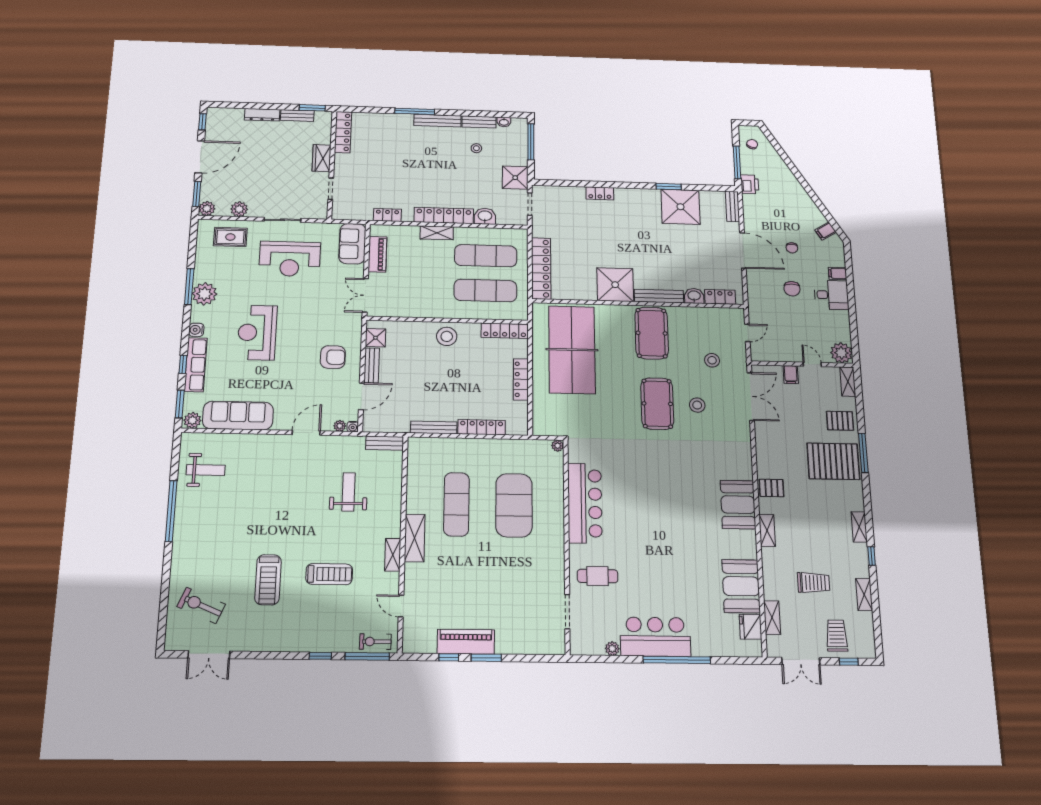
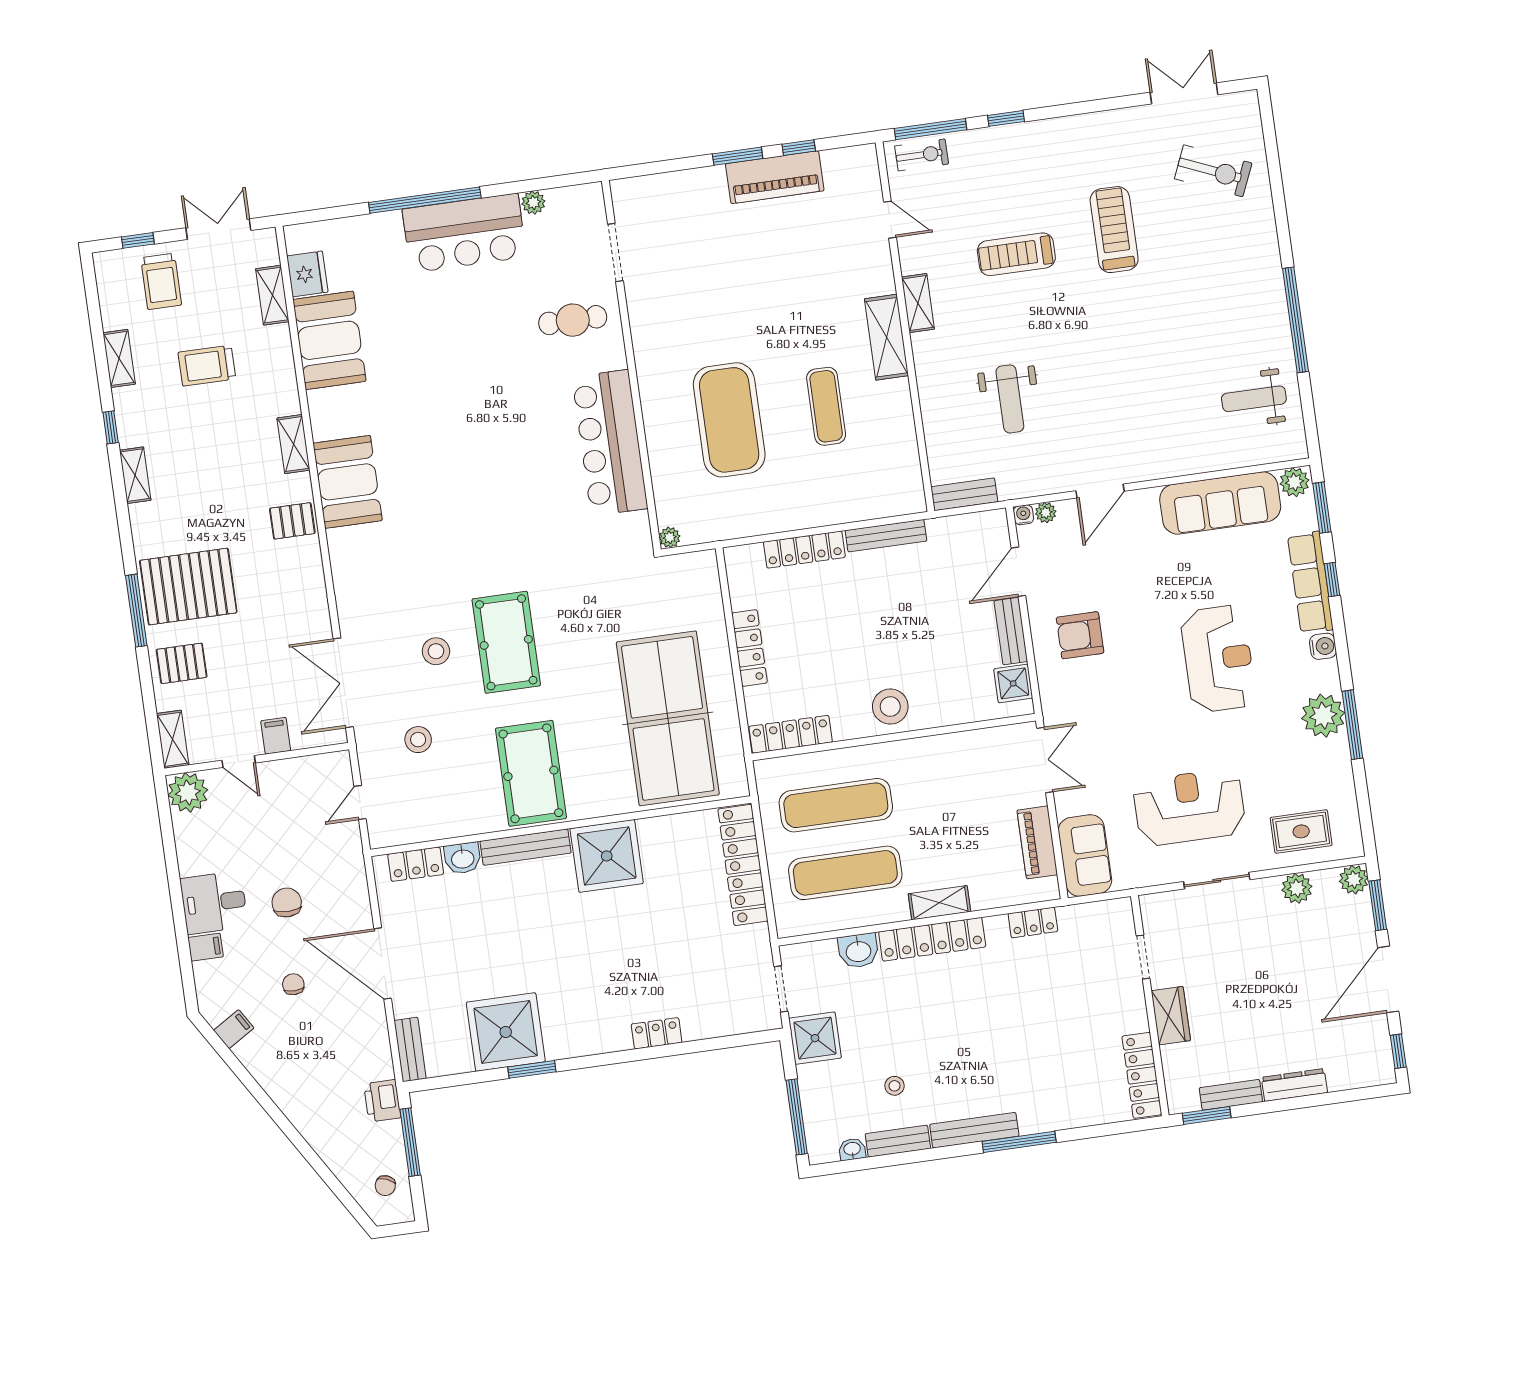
exercise mat: (456, 504) -> (826, 406), width x0.73, depth x0.69

